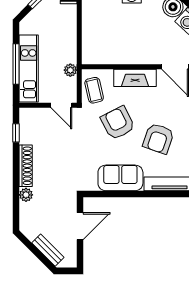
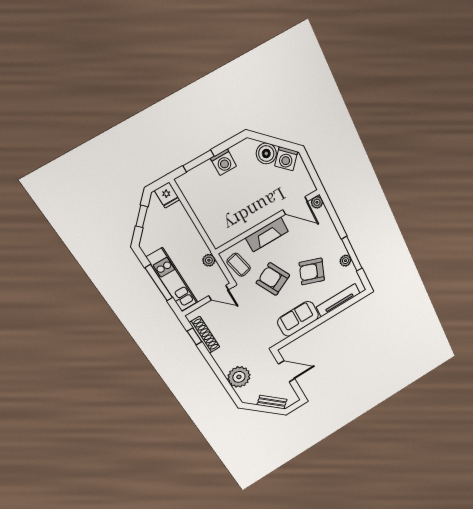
armchair: (158, 138) -> (312, 272), turned 91
shoe rack: (26, 166) -> (205, 335), moved
plant: (26, 195) -> (239, 377), width x1.88, depth x1.88
door: (80, 226) -> (287, 371), hinge flipped

